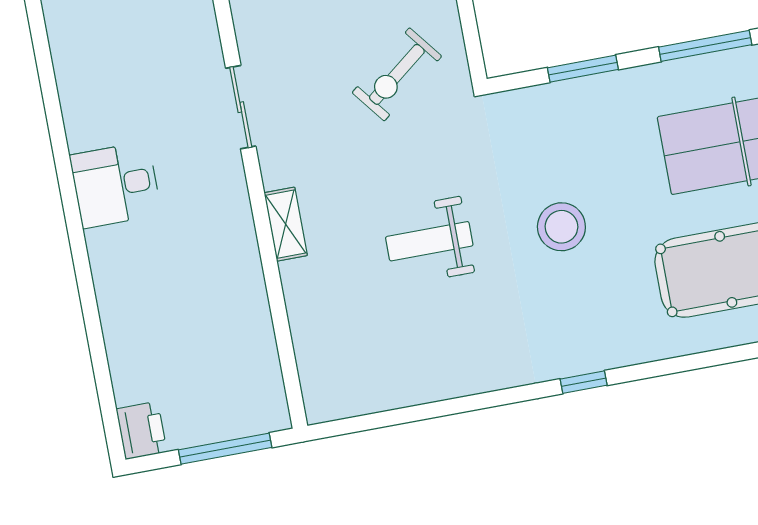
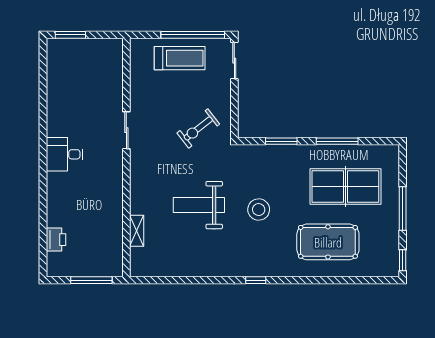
shelving: (286, 224) -> (137, 231), moved
weight bench: (429, 241) -> (199, 205), width x1.36, depth x1.33
printer: (142, 430) -> (56, 240), moved

